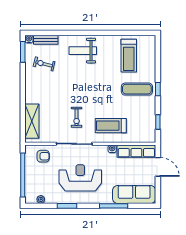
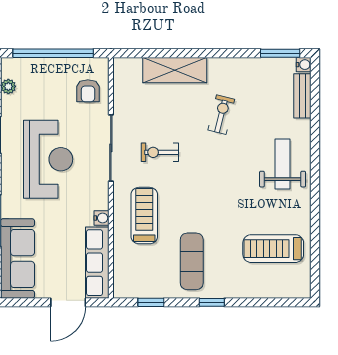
exercise bike: (44, 64) -> (221, 115), moved
exercise mat: (137, 89) -> (192, 261), moved
shelving: (32, 121) -> (175, 70), moved

